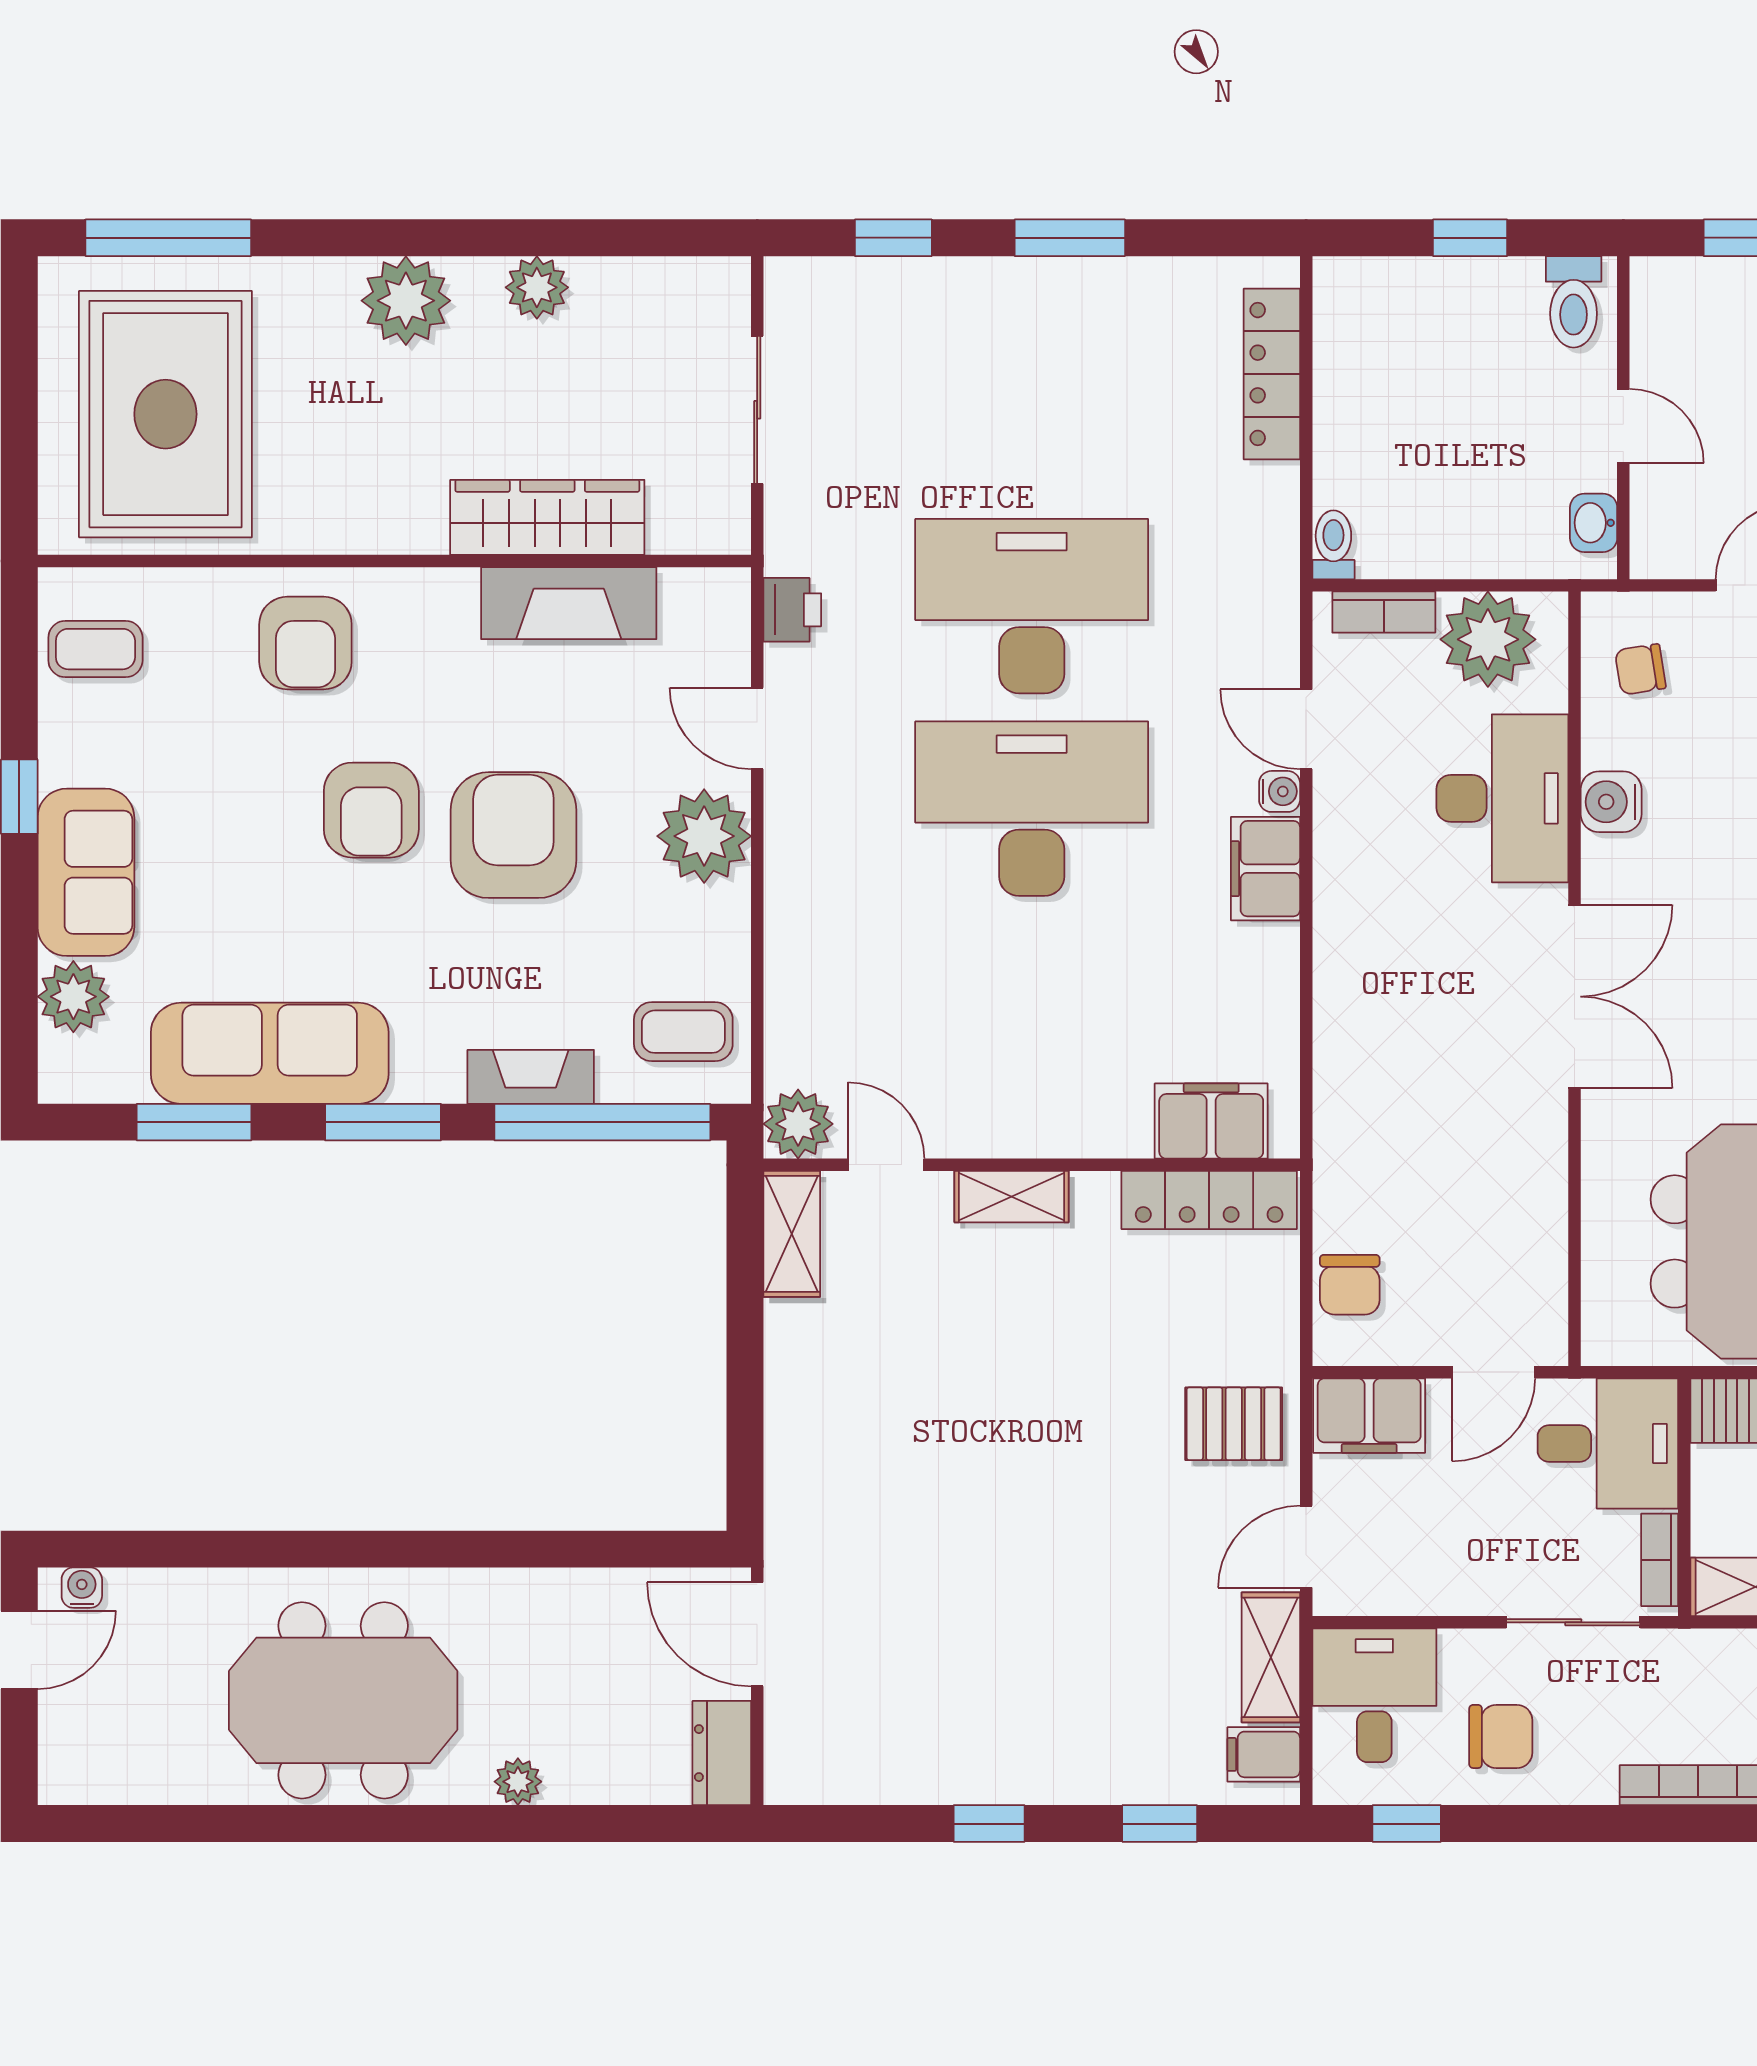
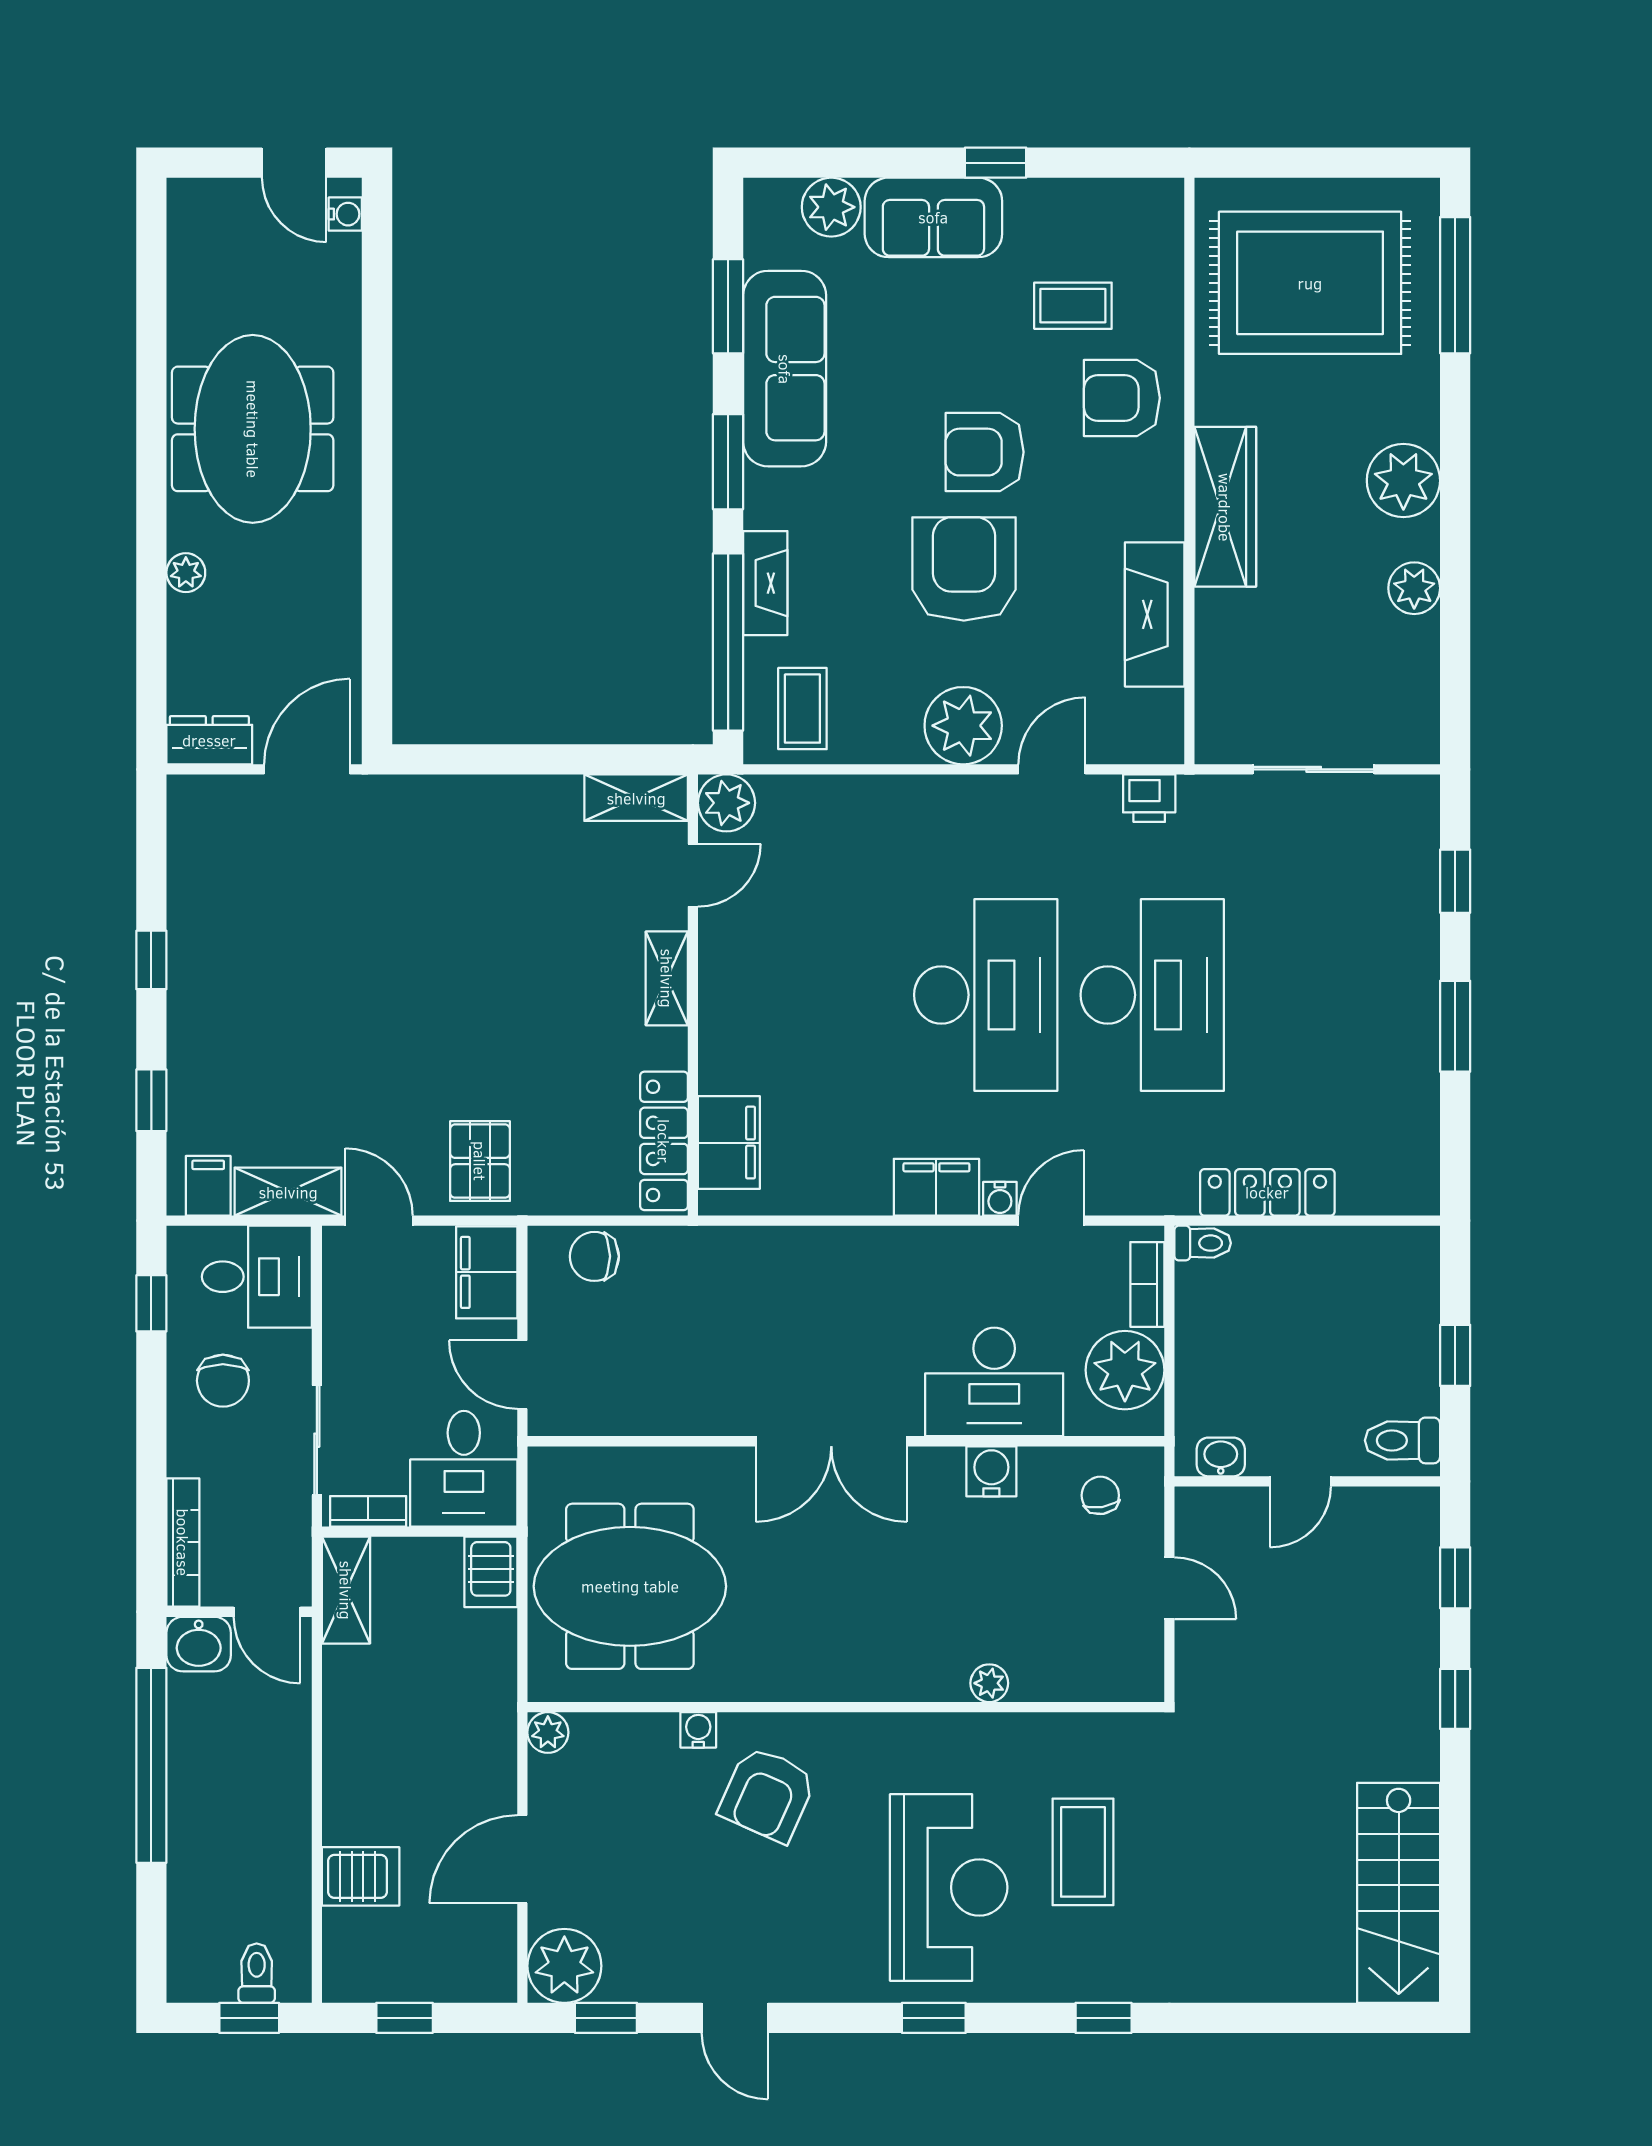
locker: (1272, 374) -> (1267, 1192), moved
wardrobe: (547, 517) -> (1225, 507), moved
coffee table: (95, 649) -> (1073, 306), moved, turned 90
armchair: (513, 835) -> (964, 569), turned -90

